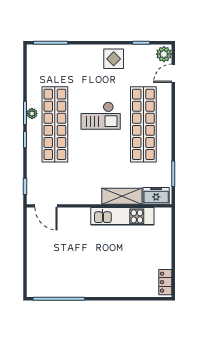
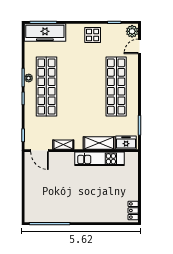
freezer: (53, 56) -> (45, 33), added
checkout: (101, 116) -> (82, 80), removed
shelving: (76, 198) -> (63, 145), added

